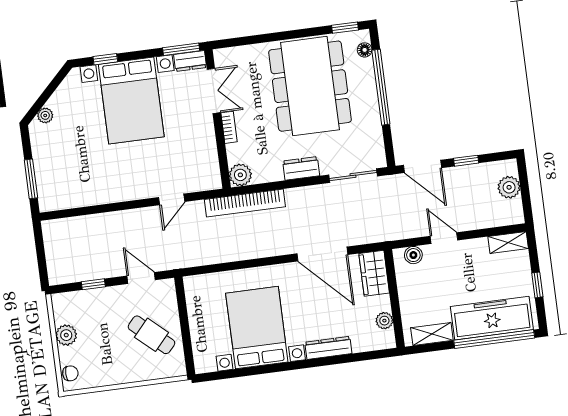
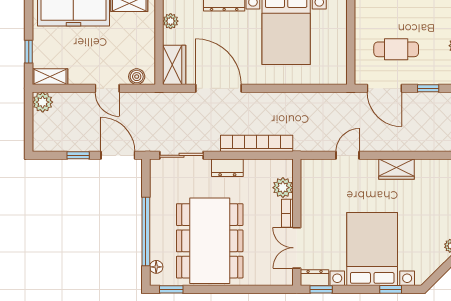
window: (181, 49) -> (321, 289), width x0.67
plant: (240, 175) -> (283, 188), moved
plant: (509, 187) -> (43, 102), moved
wardrobe: (116, 191) -> (396, 169), added
bookcase: (245, 203) -> (257, 143), moved
door: (141, 278) -> (384, 88), width x1.38
window: (537, 285) -> (29, 52), moved
cafe table: (151, 335) -> (396, 49), moved, turned -42

